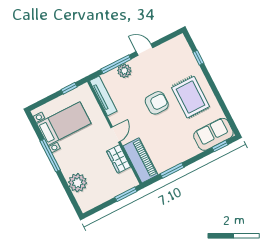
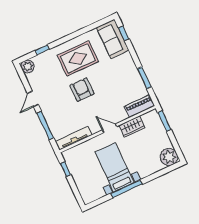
plant: (124, 71) -> (28, 66), moved
bed with nightstands: (64, 124) -> (114, 167), moved
piano: (140, 160) -> (139, 106), width x0.73, depth x0.75
plant: (78, 183) -> (169, 157), moved

